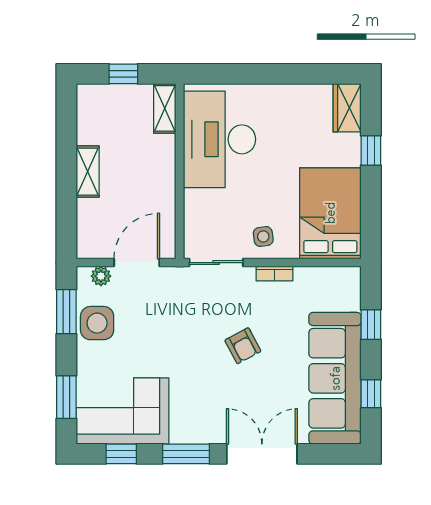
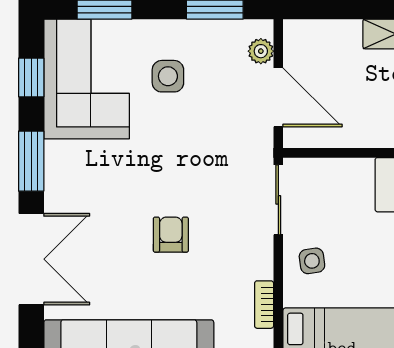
bookcase: (274, 274) -> (264, 305), moved
side table: (97, 323) -> (168, 76), moved, width x0.73, depth x0.73
armchair: (243, 346) -> (171, 235), turned 118

